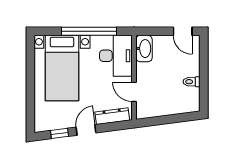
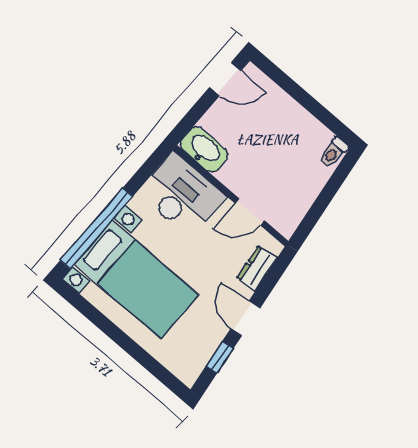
window: (89, 31) -> (97, 228), moved
toilet: (191, 82) -> (334, 152), moved
dresser: (112, 116) -> (257, 268), width x0.70

